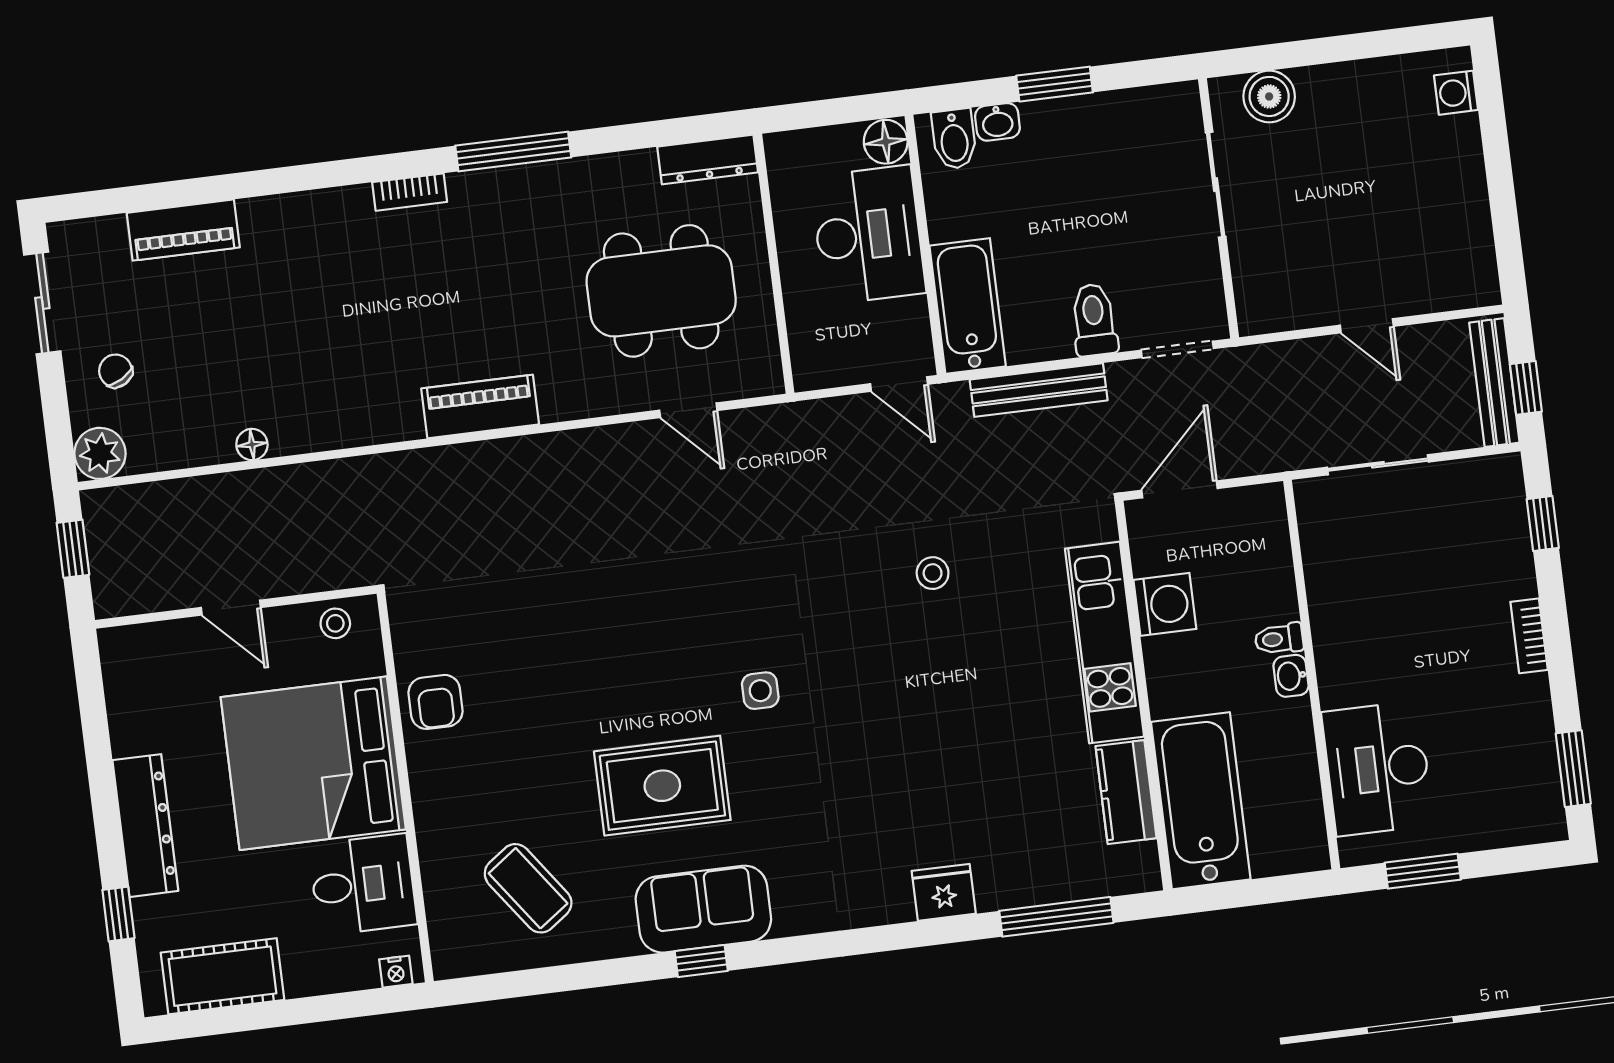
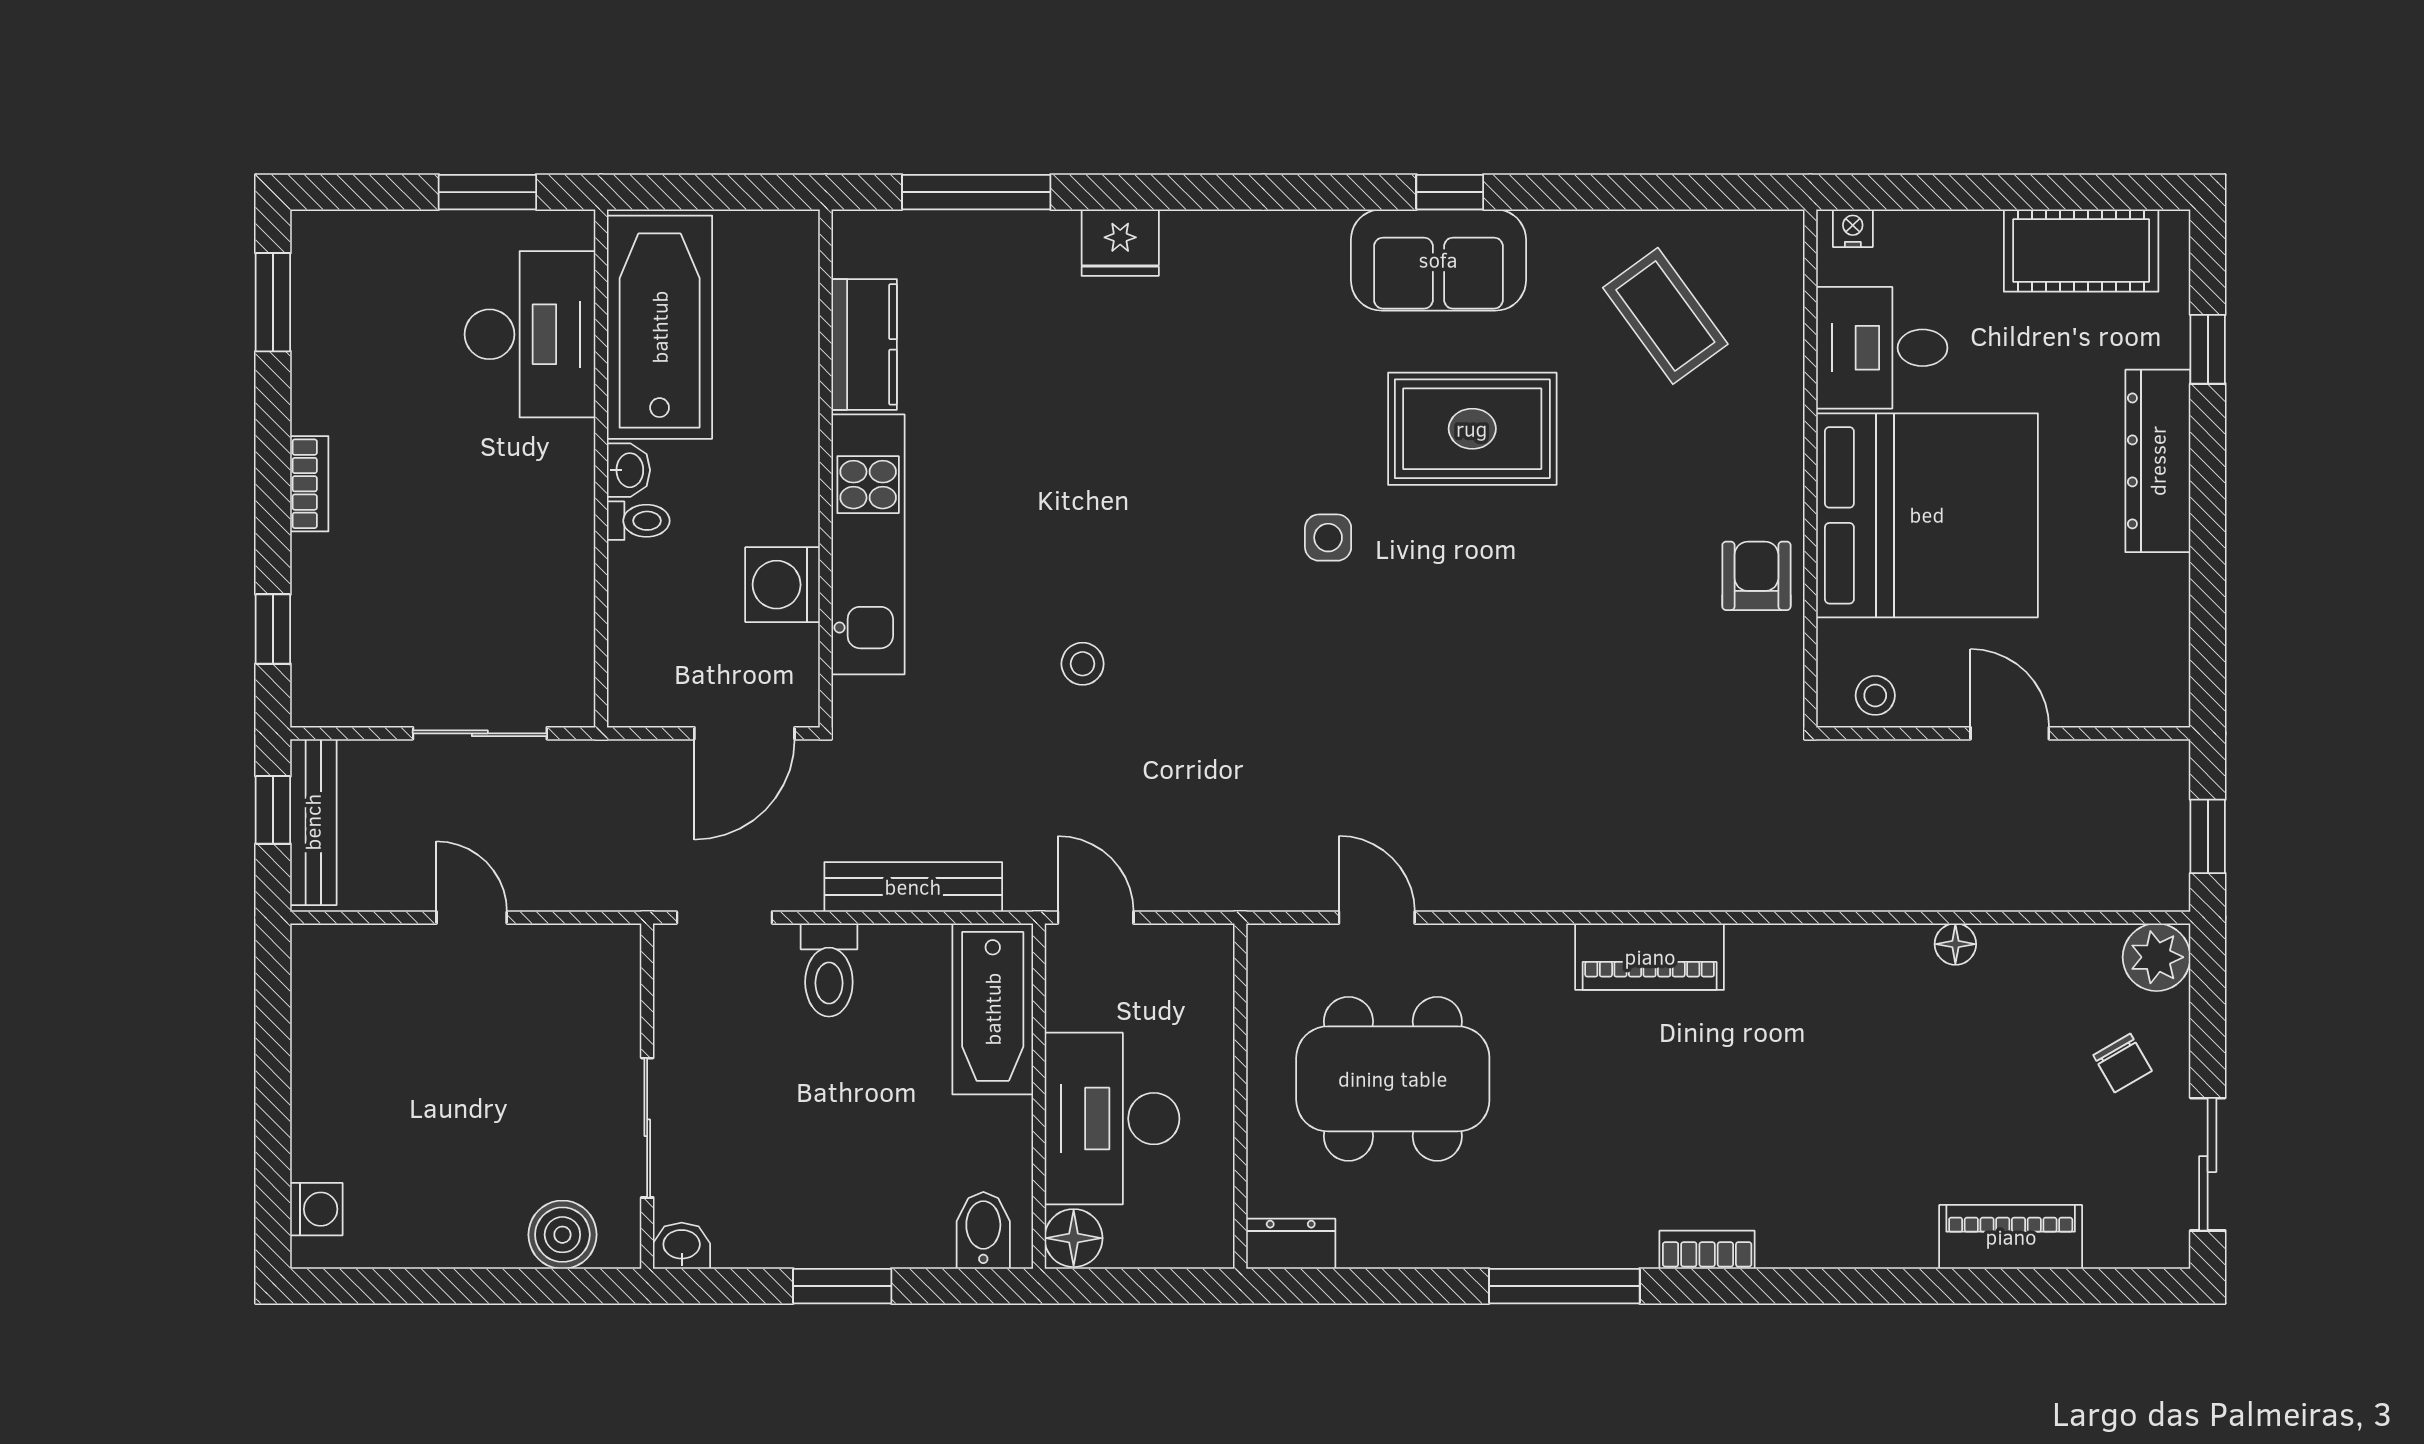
washbasin: (997, 122) -> (682, 1246), moved
dresser: (708, 160) -> (1291, 1244), width x0.70
bathtub: (1201, 801) -> (660, 327), moved, turned 180

